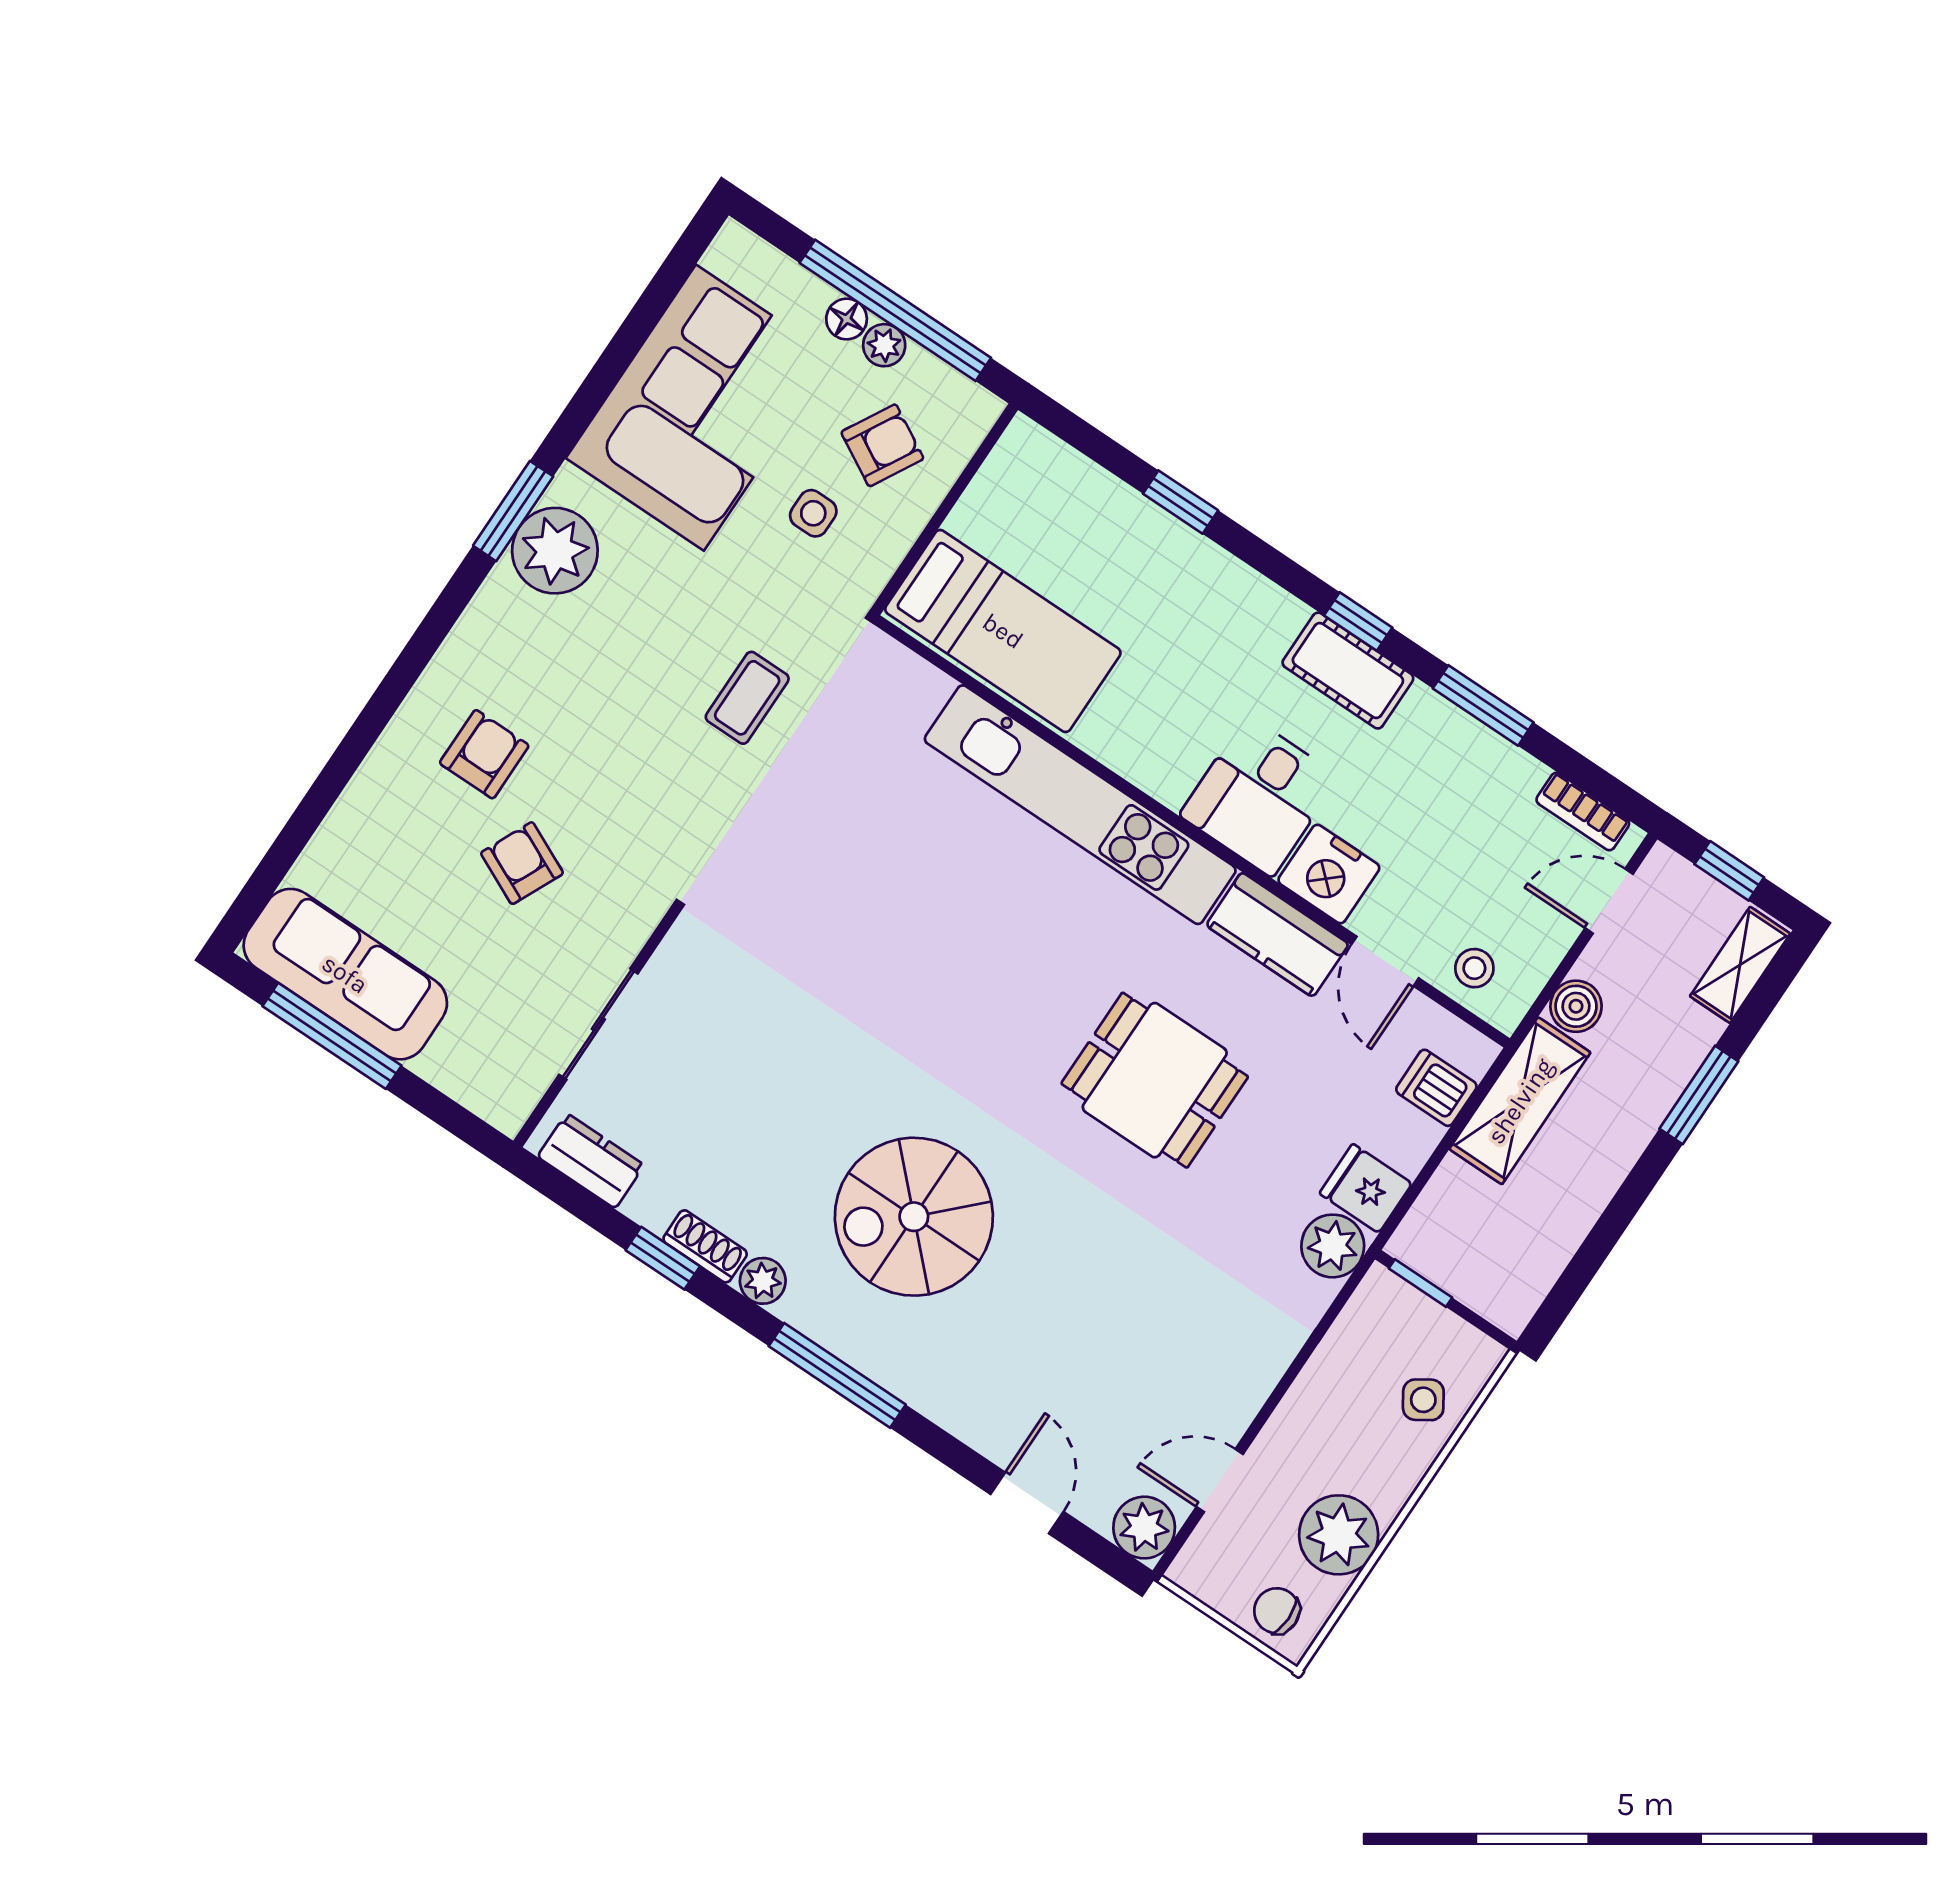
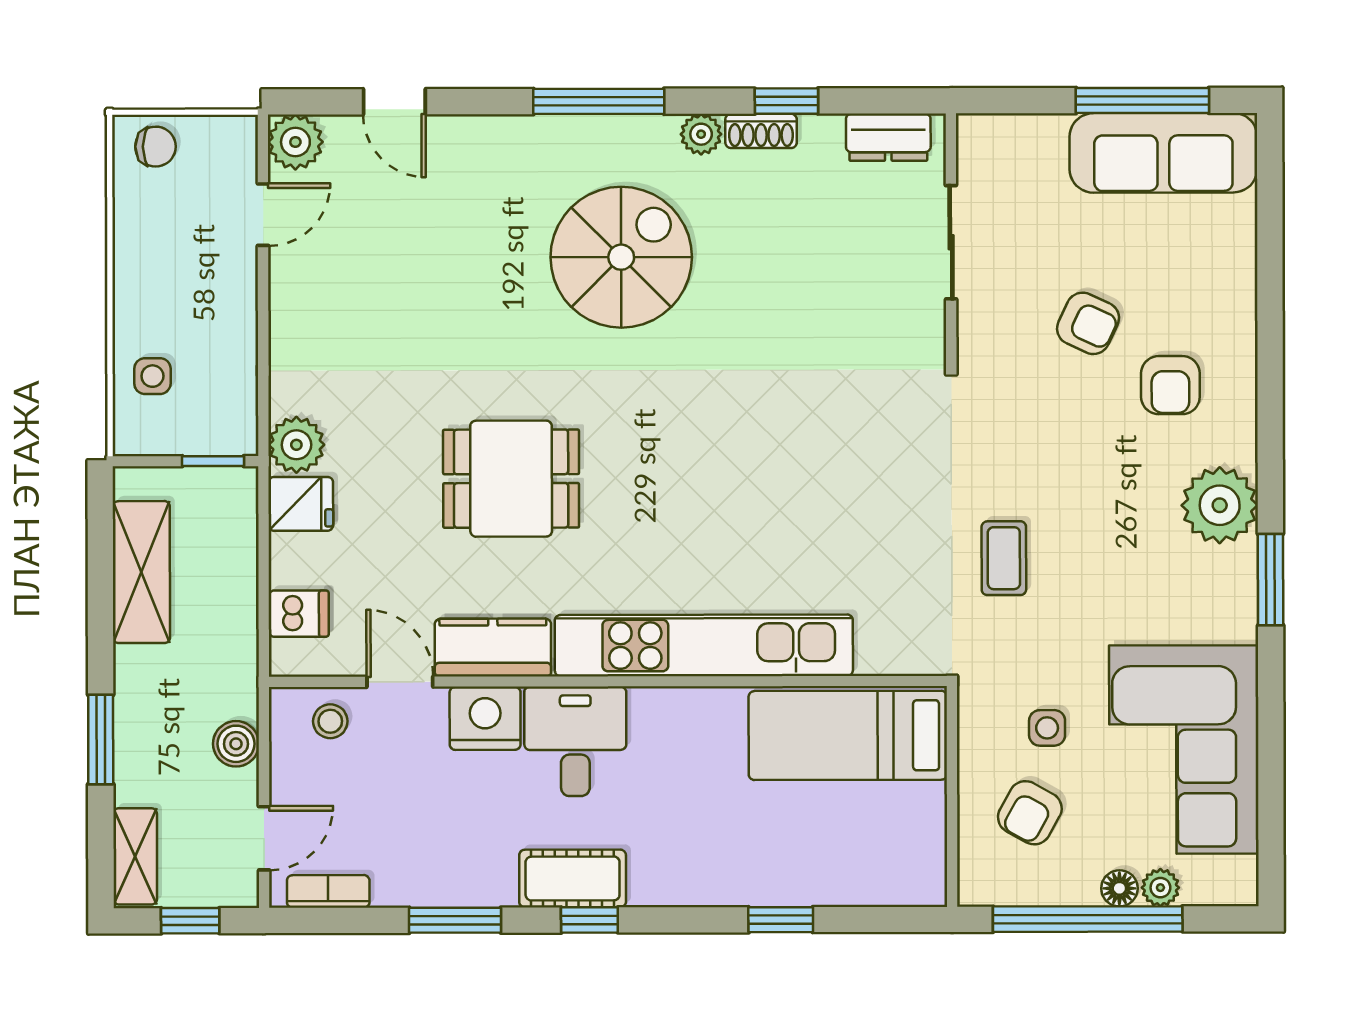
plant: (884, 345) -> (1160, 888), moved
plant: (555, 551) -> (1220, 505), moved
shelving: (1520, 1101) -> (141, 572), moved
side table: (1423, 1400) -> (152, 376), turned 33
plant: (1339, 1535) -> (148, 234), removed

